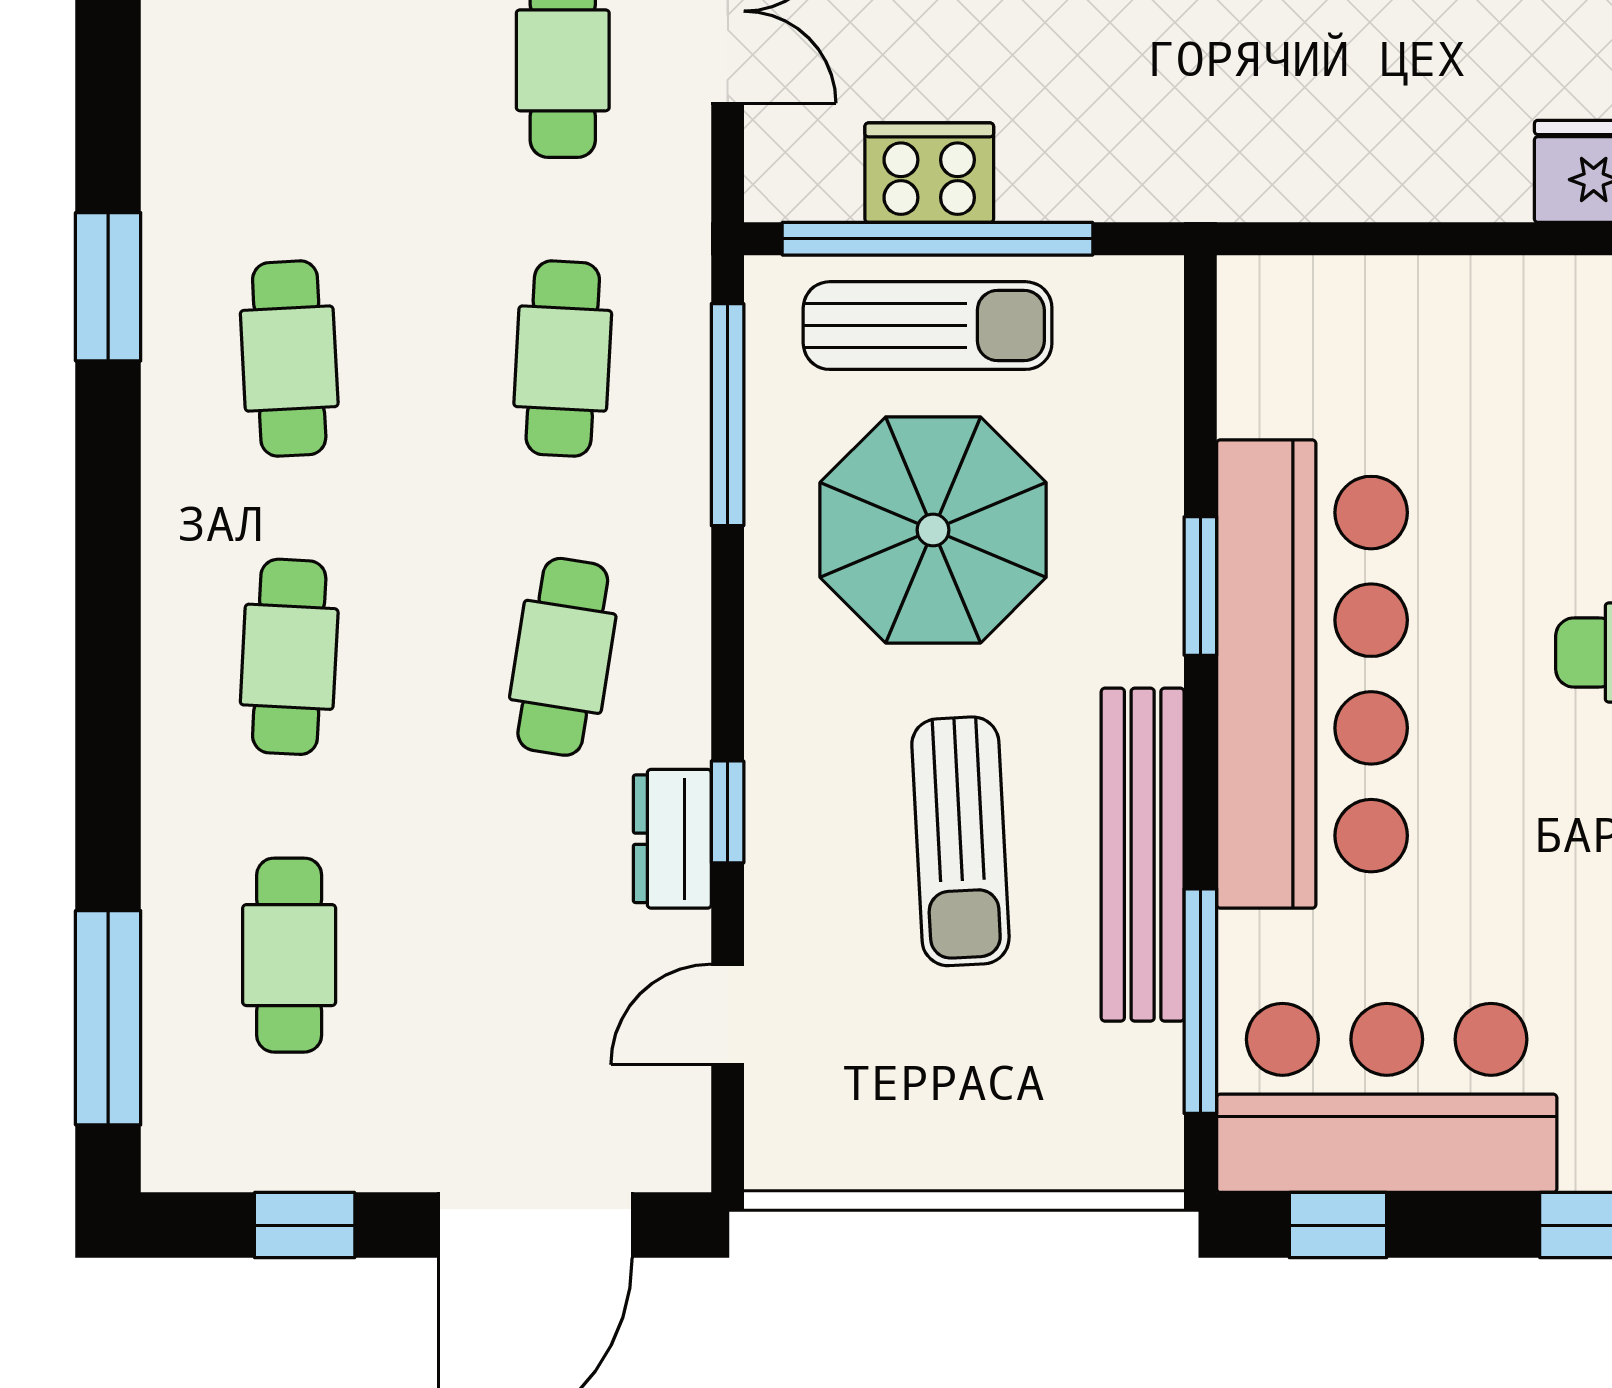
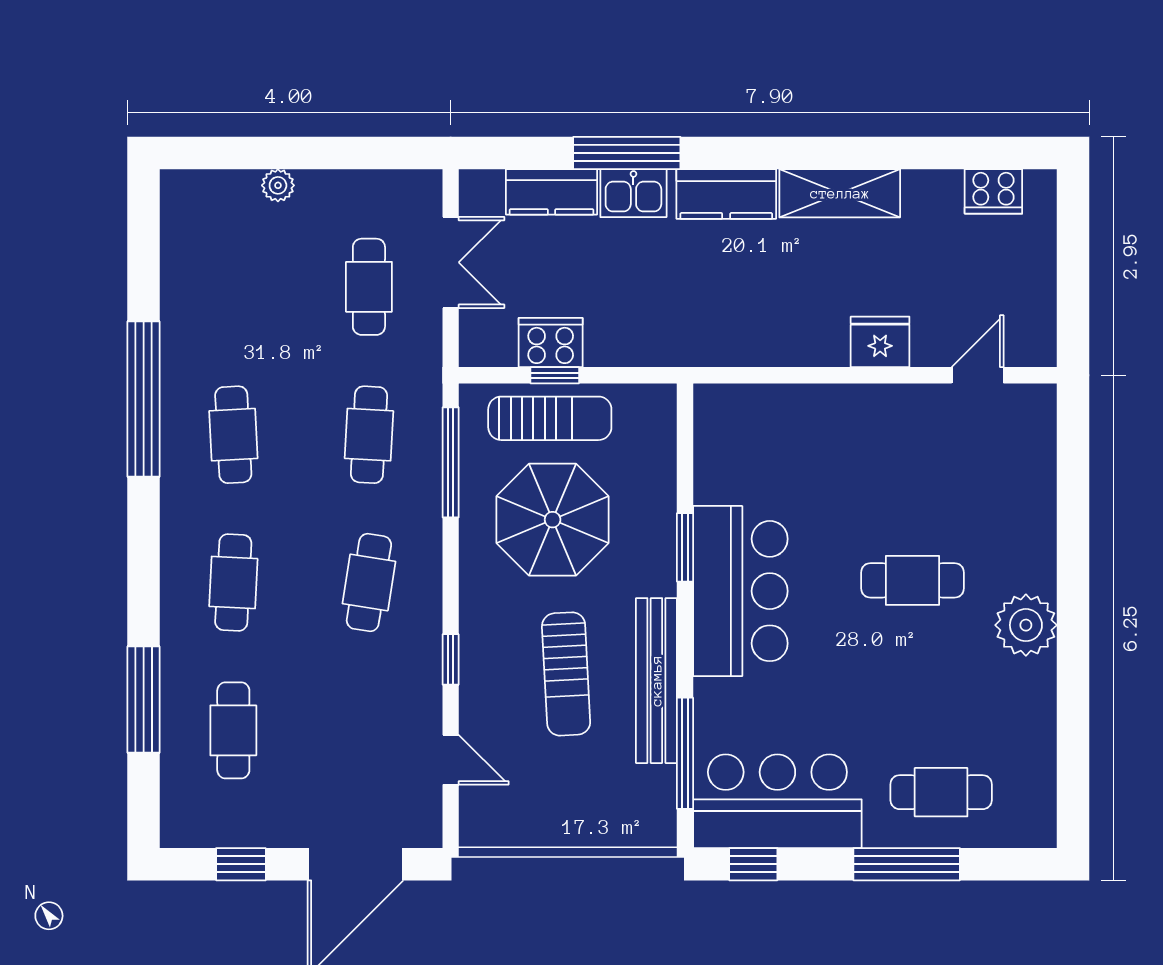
window: (937, 239) -> (555, 375), width x0.32
window: (108, 287) -> (144, 399), width x2.11
bar counter: (1312, 674) -> (740, 591), width x0.73
dresser: (672, 839) -> (423, 673), removed
door: (728, 1014) -> (451, 760), swing flipped
window: (108, 1018) -> (144, 700), moved

